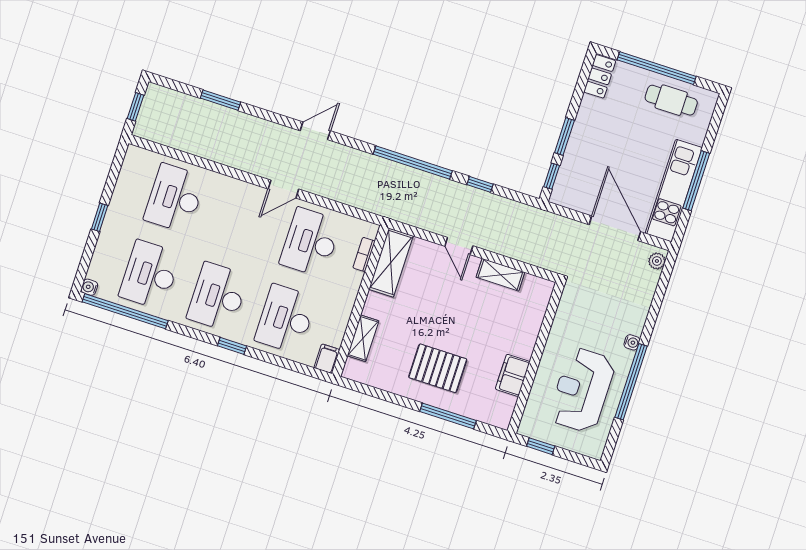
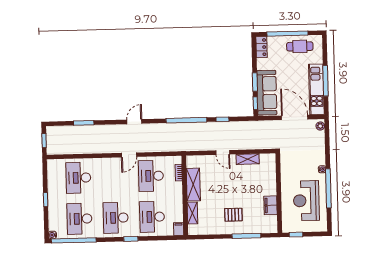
sofa: (580, 164) -> (267, 93), added
shelving: (391, 263) -> (193, 185), moved
pallet: (438, 368) -> (233, 215), width x0.67, depth x0.71

